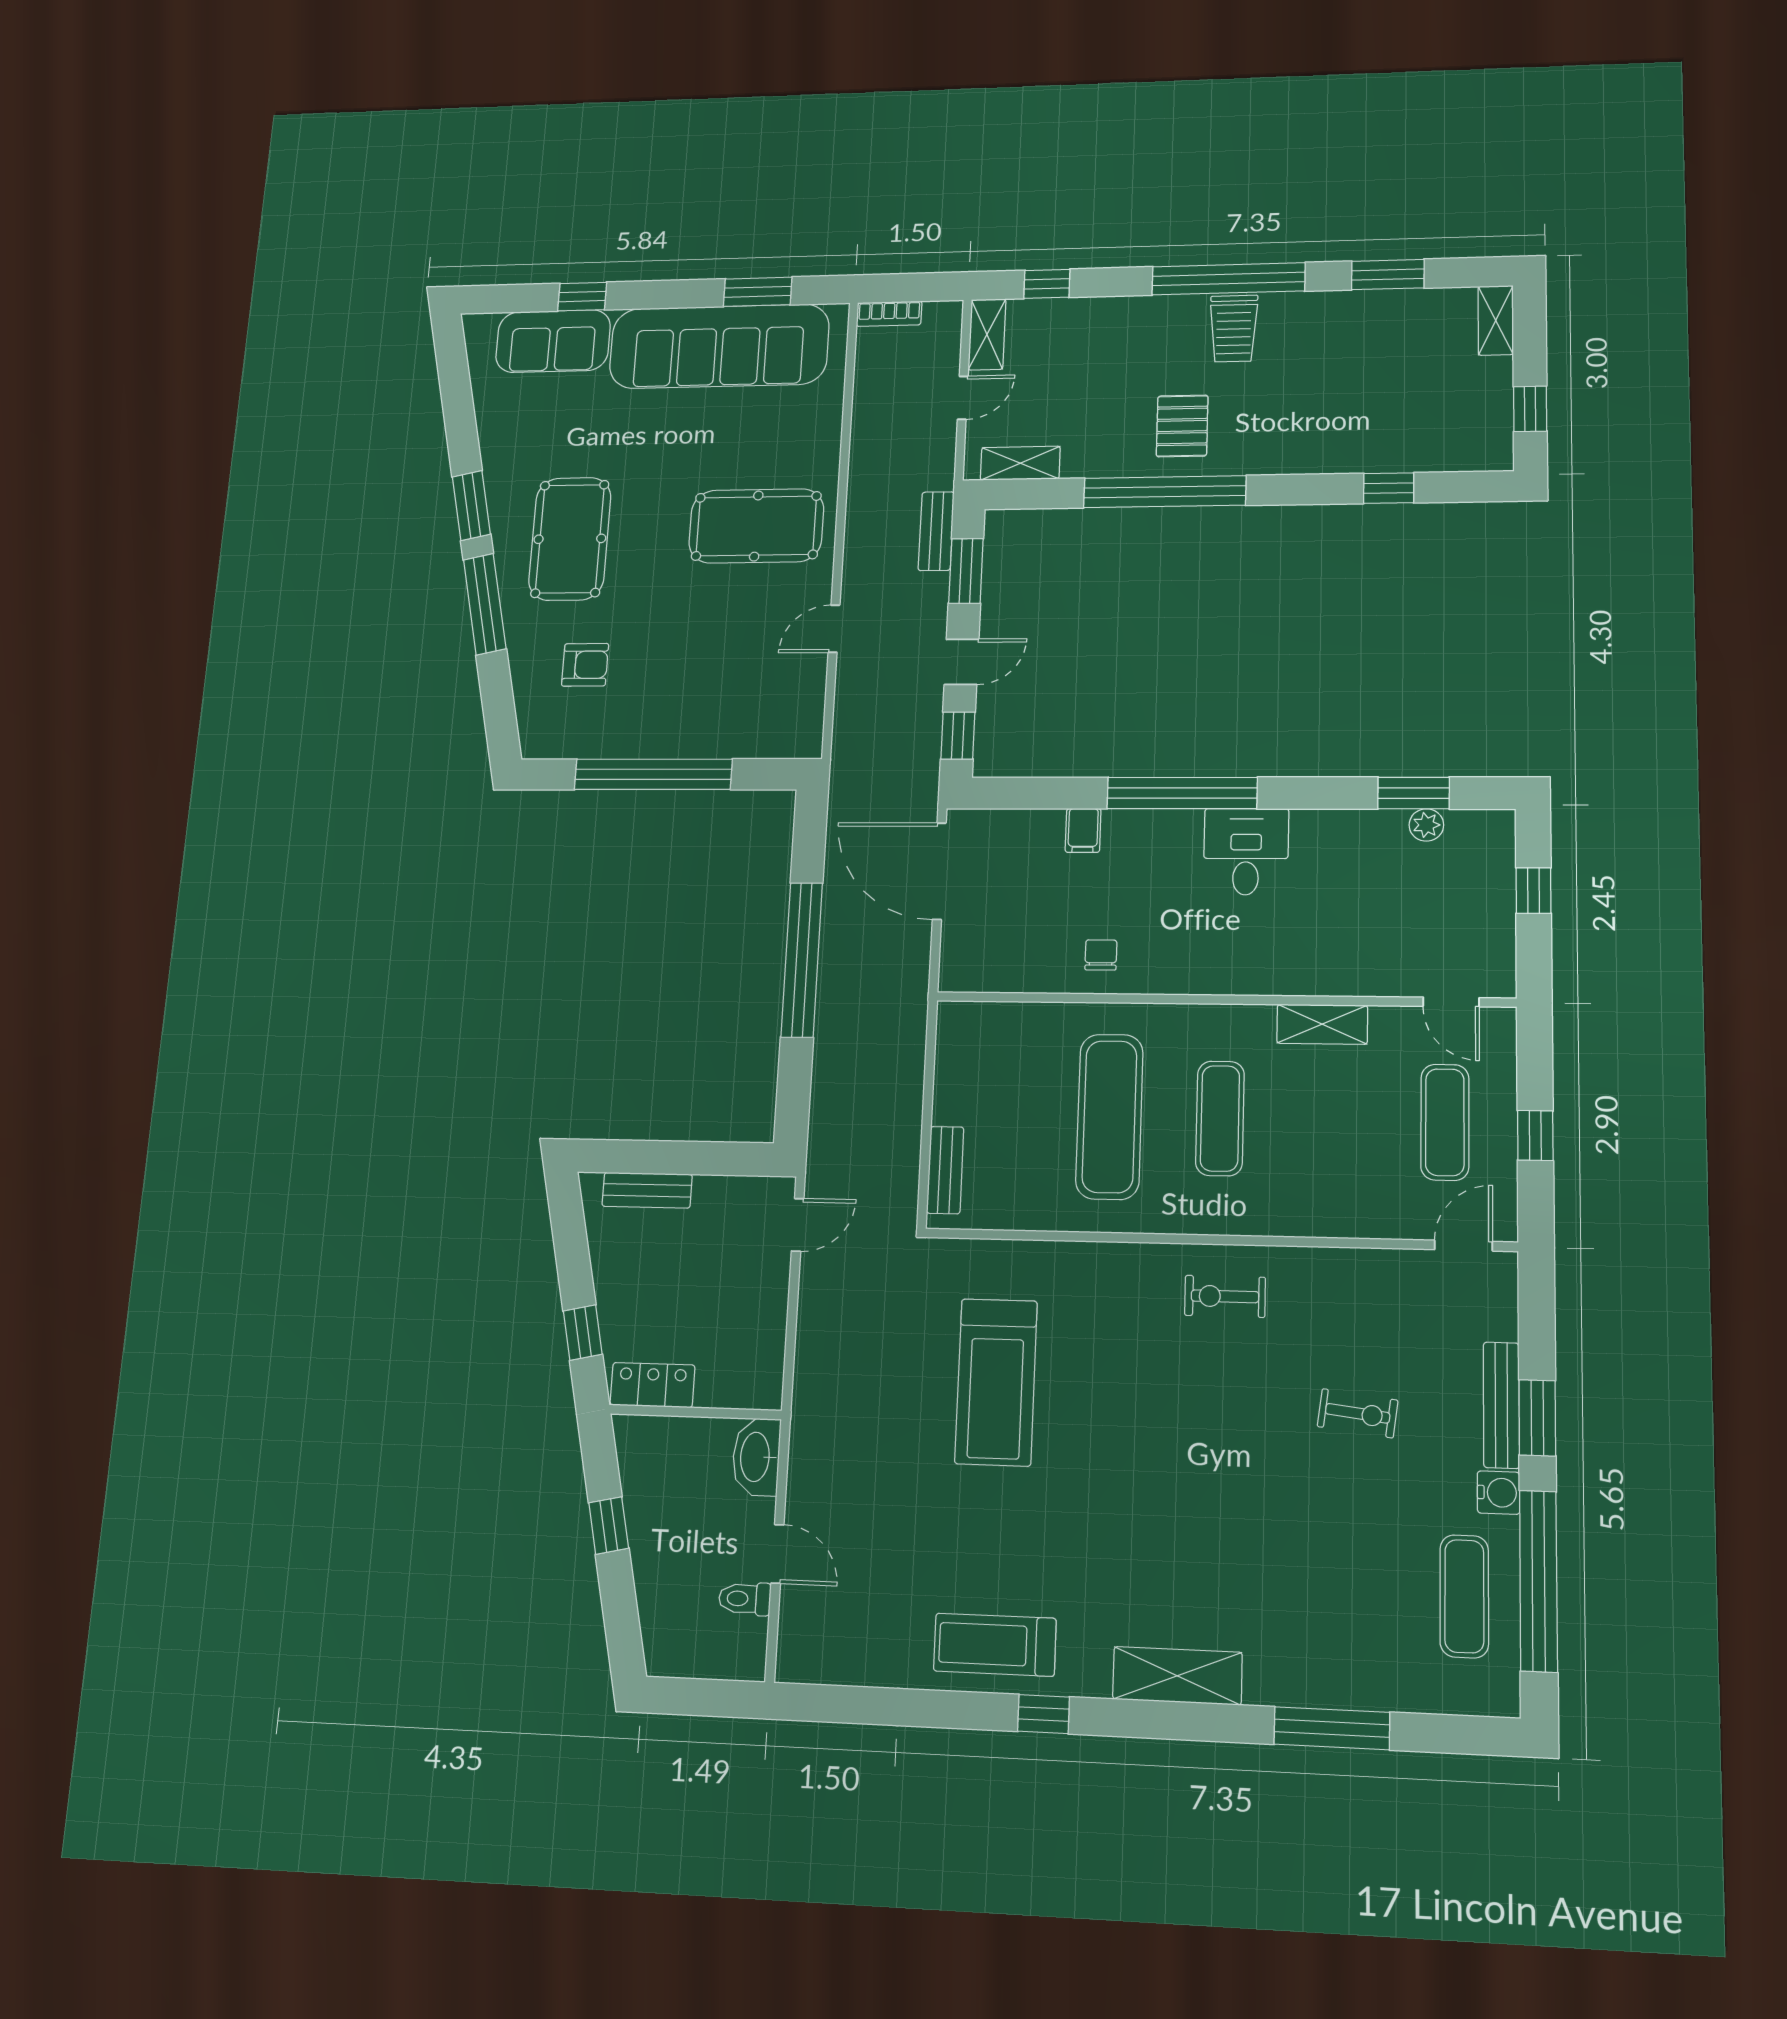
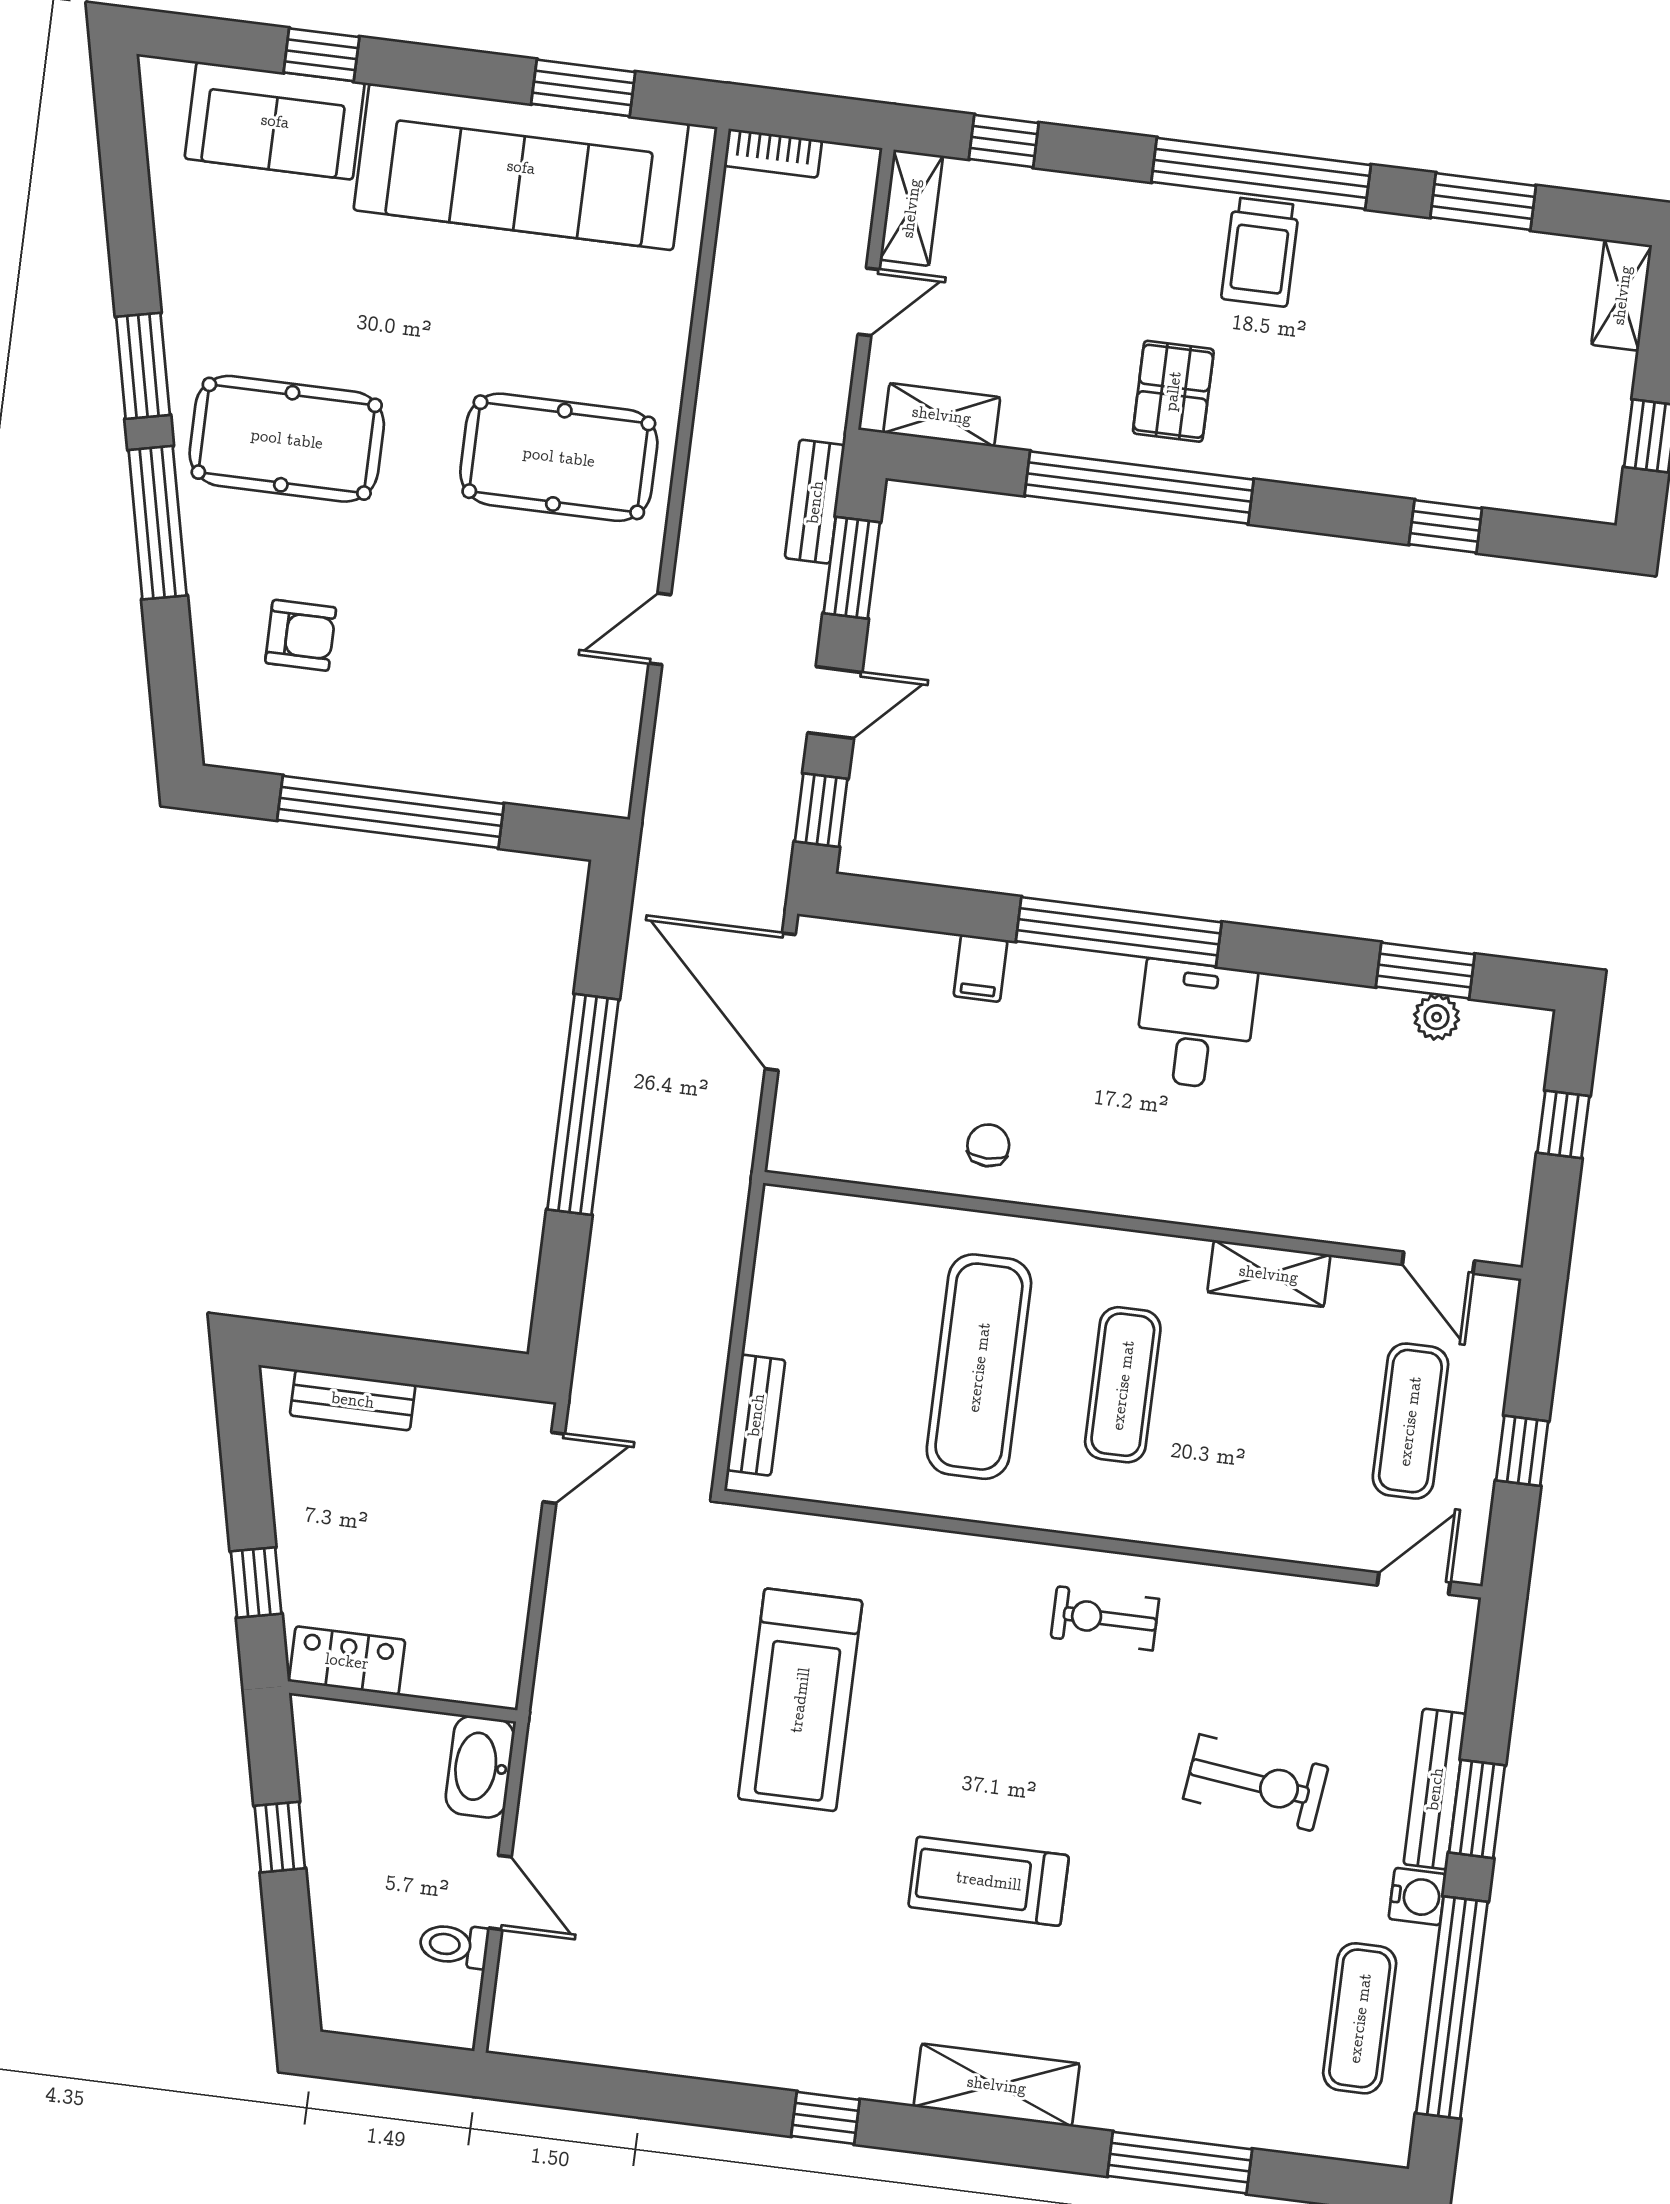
pool table: (570, 539) -> (287, 439), turned 90
exercise bike: (1358, 1413) -> (1256, 1783), width x1.38, depth x1.39
treadmill: (995, 1645) -> (989, 1881), moved

